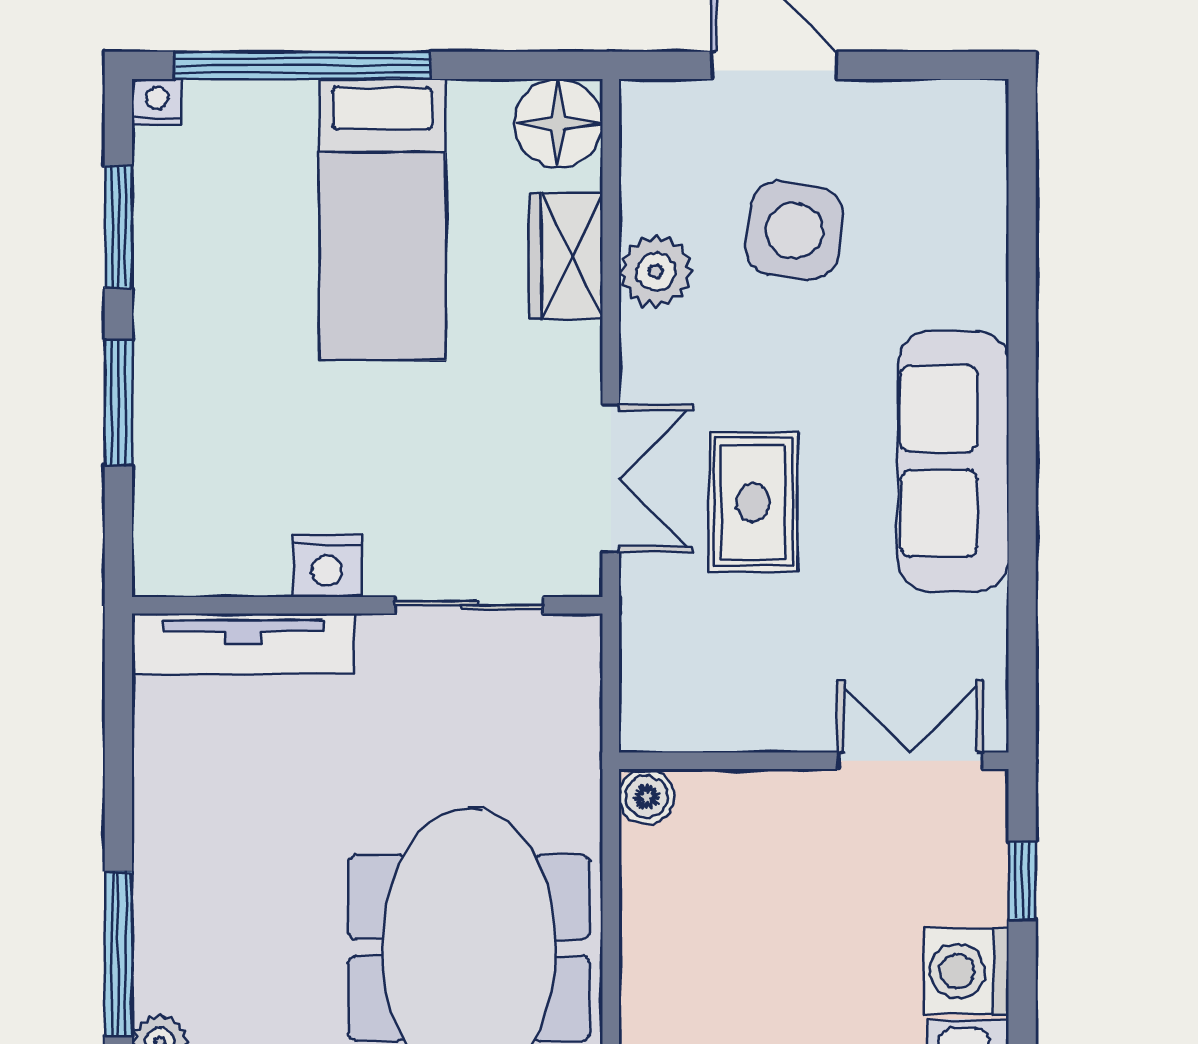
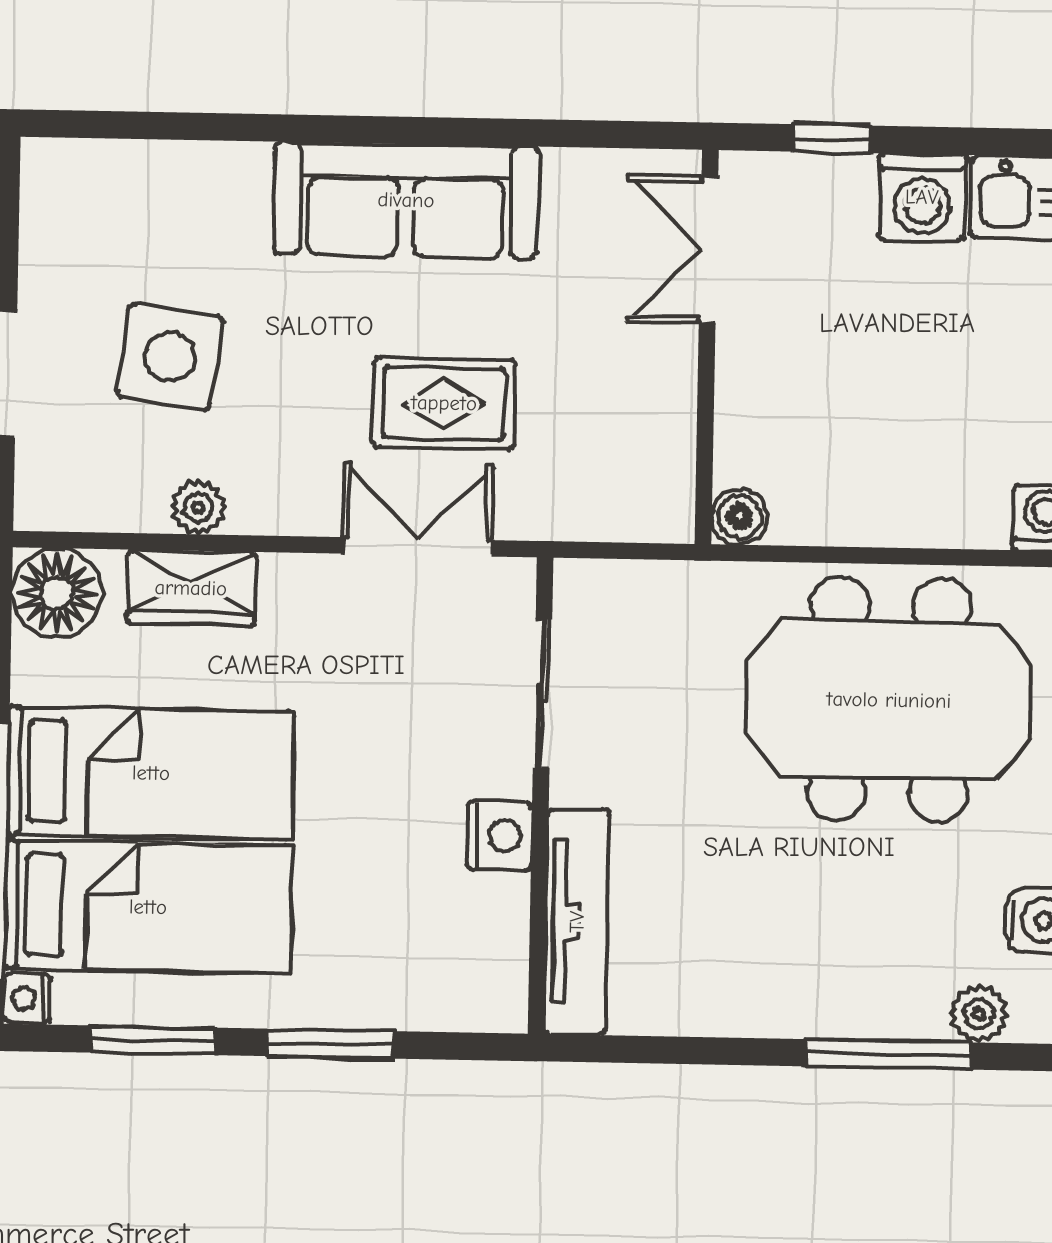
bed: (250, 220) -> (148, 907), added
plant: (656, 272) -> (198, 507), width x0.73, depth x0.73

